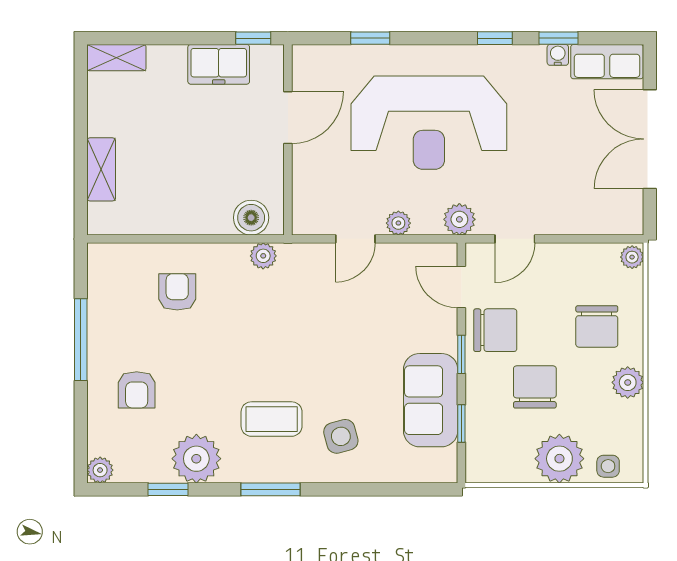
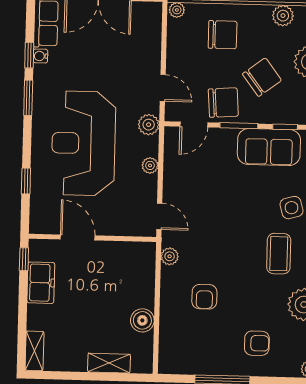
window: (495, 38) -> (28, 98), width x1.50
reception desk: (429, 123) -> (83, 143), turned 180
boiler: (251, 218) -> (142, 320), moved
door: (355, 239) -> (159, 216), moved
armchair: (177, 292) -> (204, 297), moved, turned -90
chair: (495, 330) -> (223, 103), turned 86
window: (461, 354) -> (239, 126), width x1.50
plant: (628, 382) -> (283, 16), moved
chair: (535, 387) -> (262, 77), turned 143

